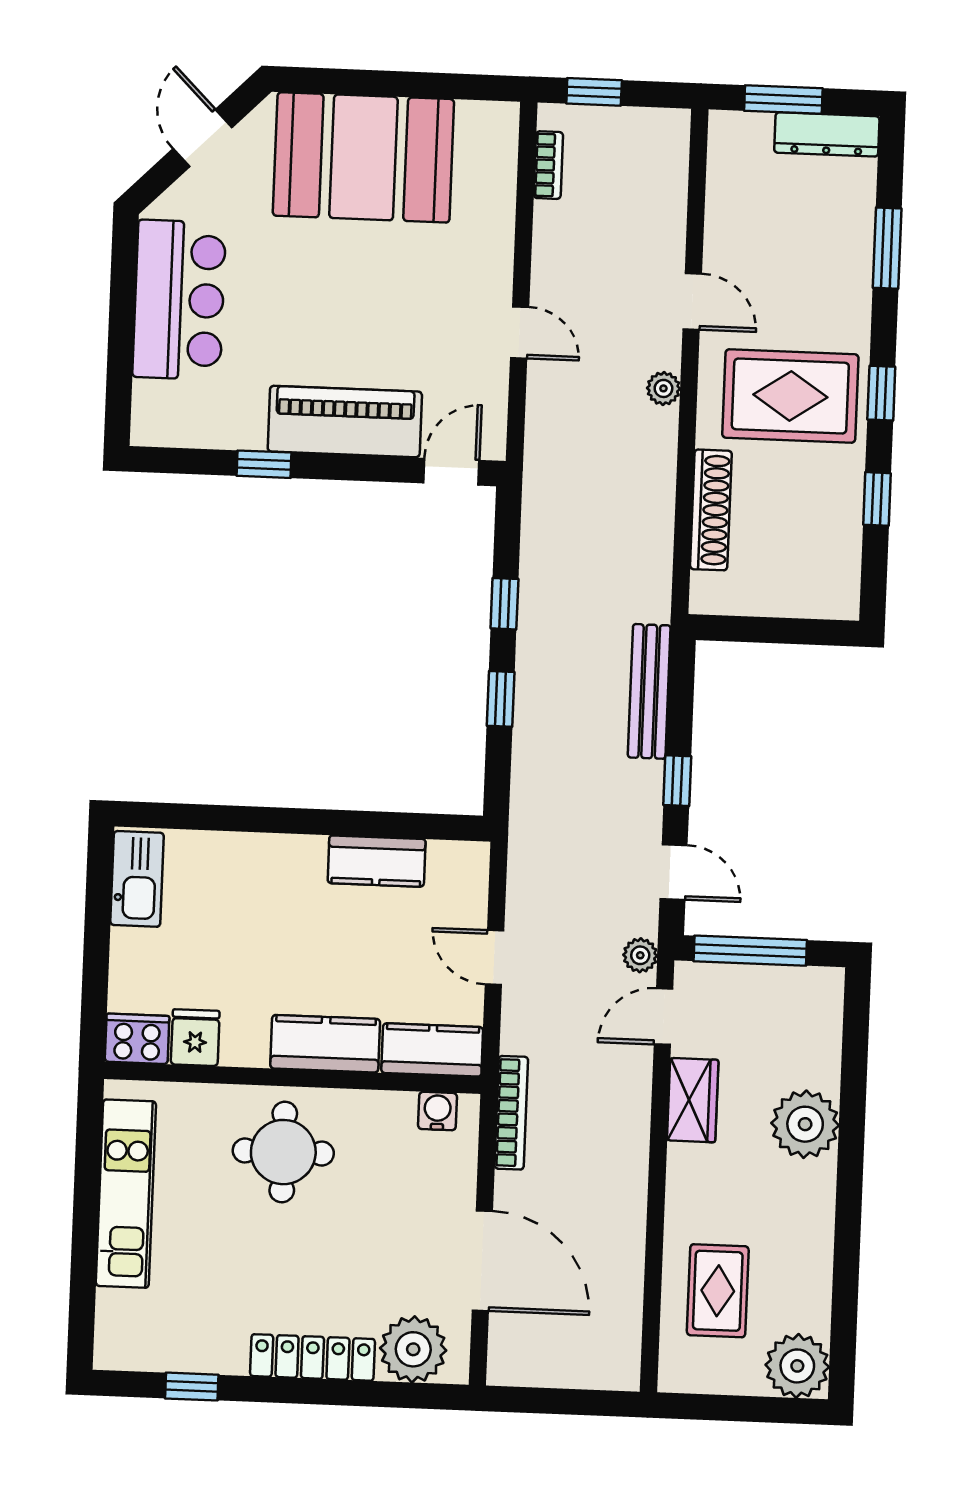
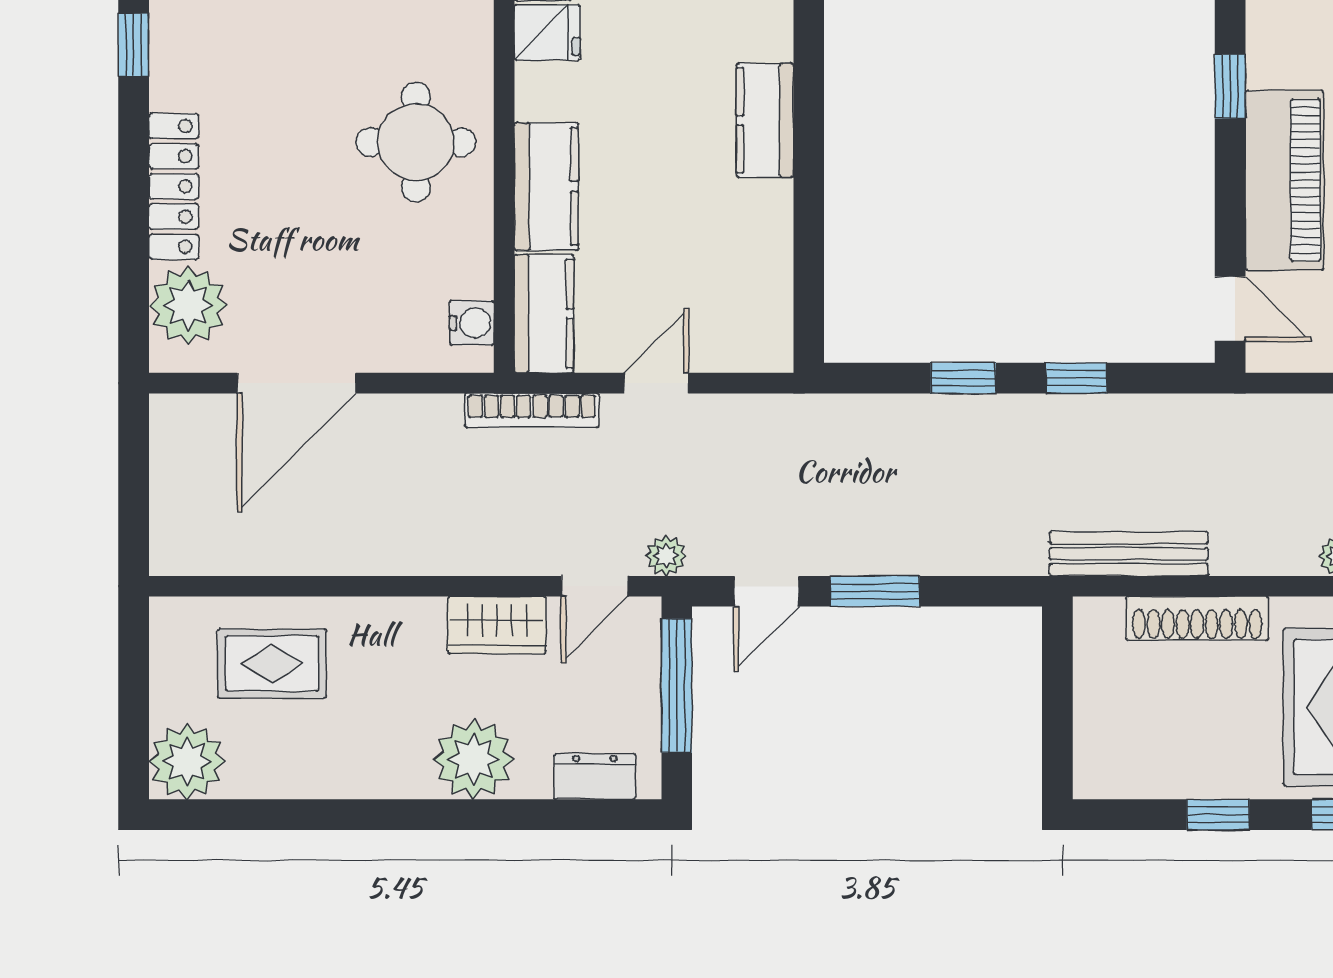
bench: (649, 691) -> (1129, 554), moved
window: (677, 781) -> (875, 591), width x1.50
kitchen counter: (377, 861) -> (765, 120), moved
door: (663, 1017) -> (595, 586), swing flipped
dresser: (824, 1023) -> (595, 776), added
bookcase: (511, 1113) -> (532, 410), moved

